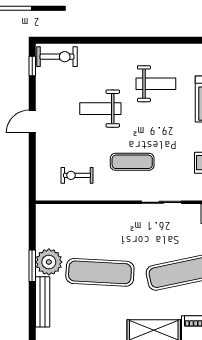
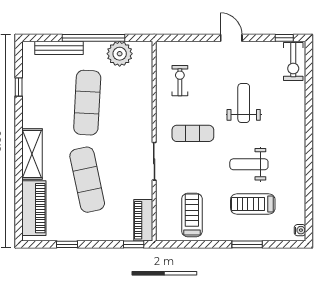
weight bench: (156, 84) -> (249, 164), moved, turned 90
exercise mat: (132, 162) -> (193, 133), turned 90
plant: (49, 262) -> (120, 54), moved
window: (32, 266) -> (94, 38), width x2.11

